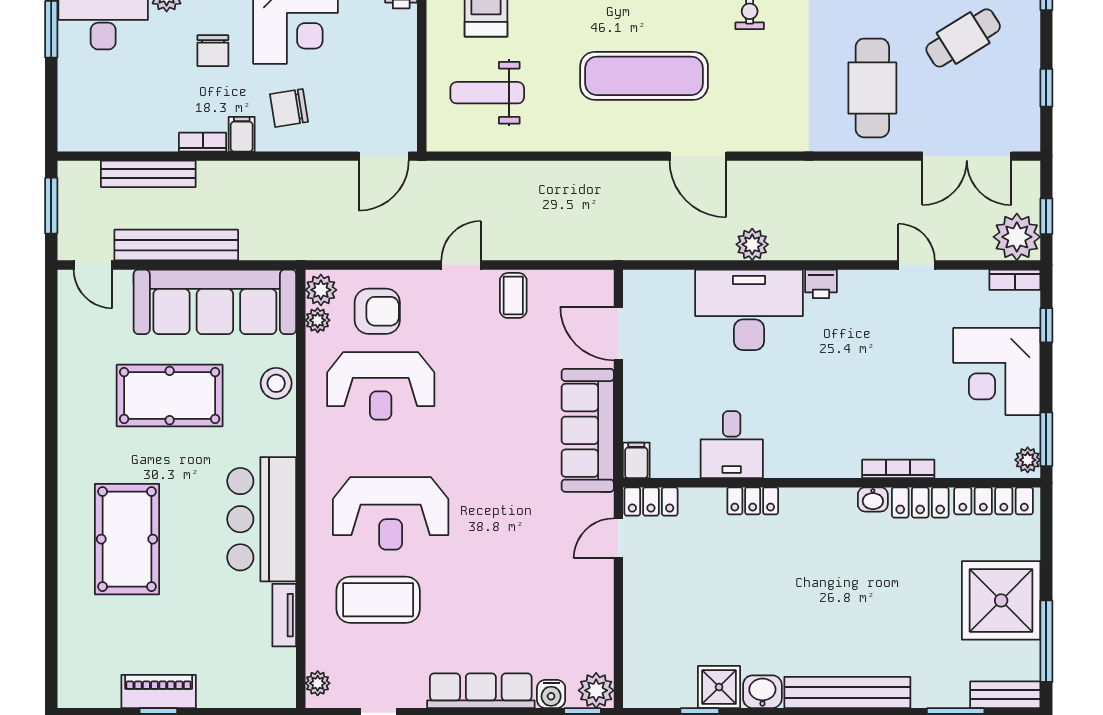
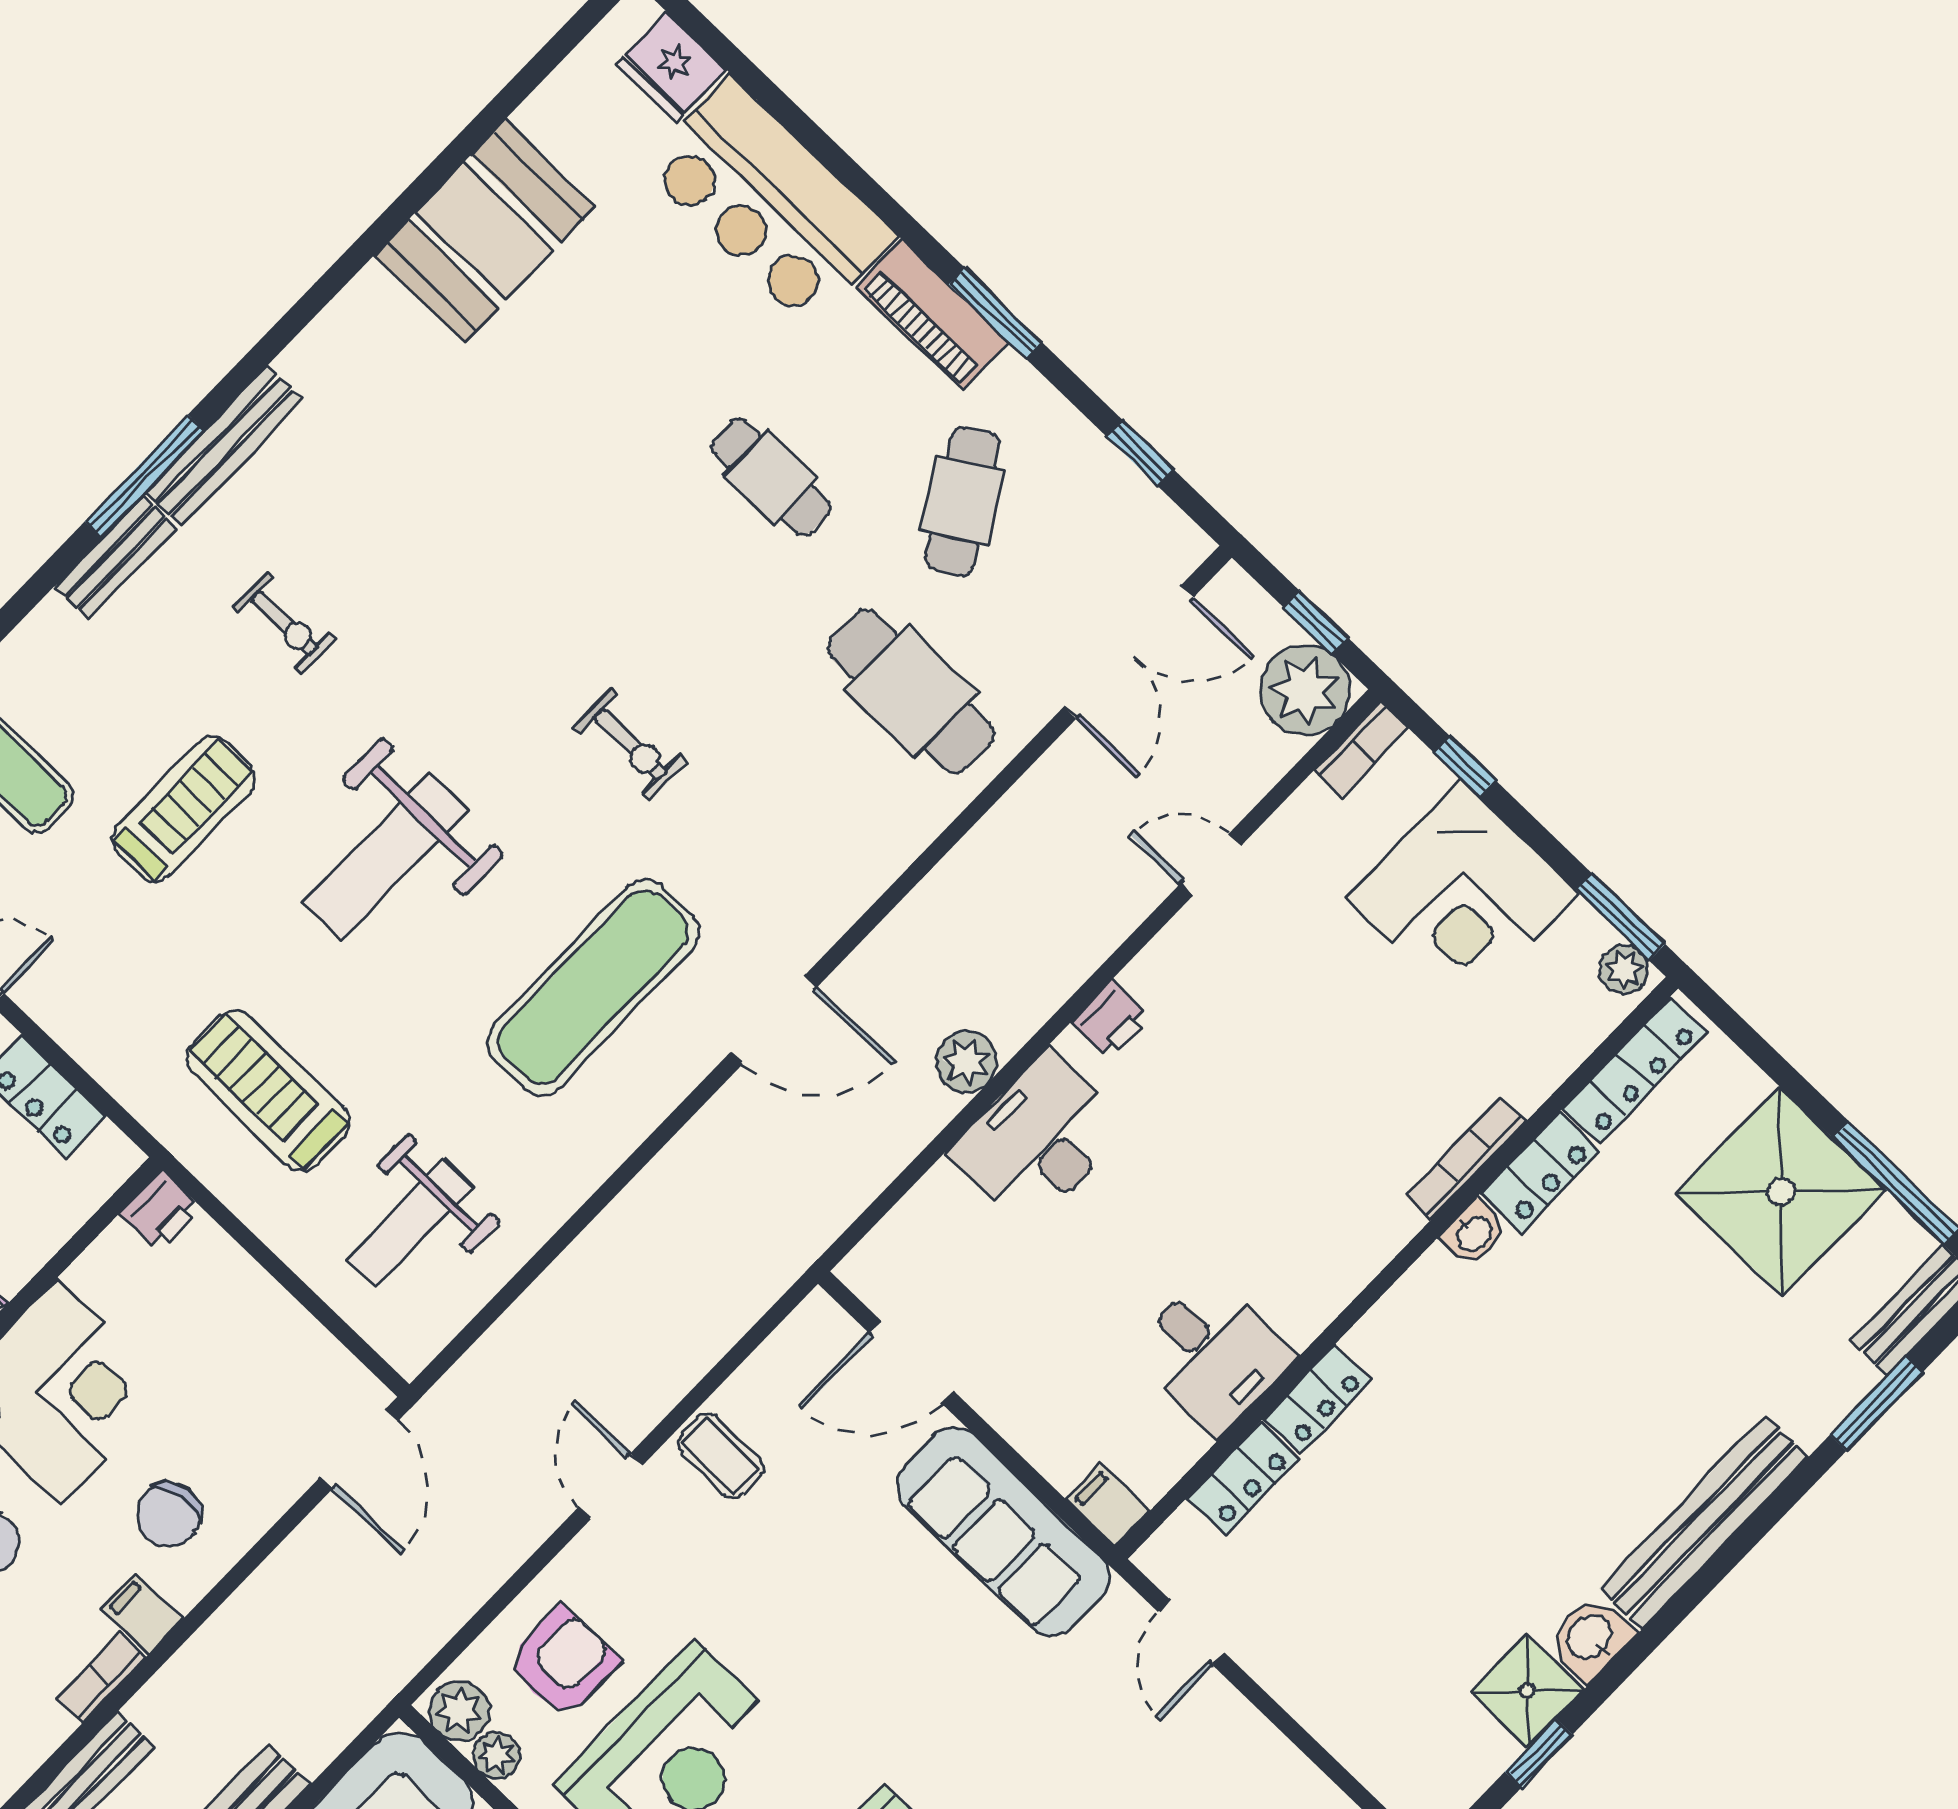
desk: (749, 310) -> (1039, 1140), width x0.73, depth x0.77
locker: (651, 501) -> (1242, 1478), moved

